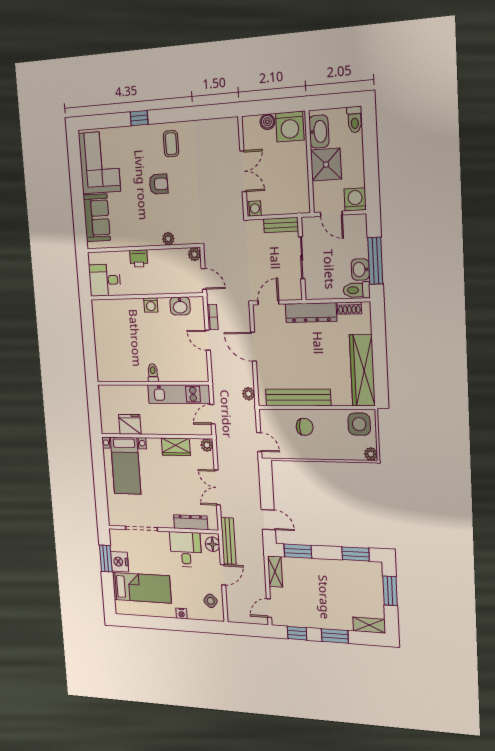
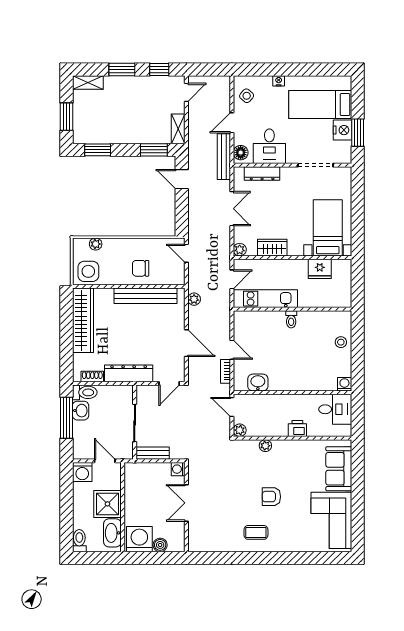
window: (139, 118) -> (287, 558), removed
coffee table: (171, 144) -> (256, 532), turned 90
washing machine: (151, 305) -> (344, 384), moved
stool: (105, 350) -> (341, 342), added
plant: (371, 454) -> (96, 244), moved

